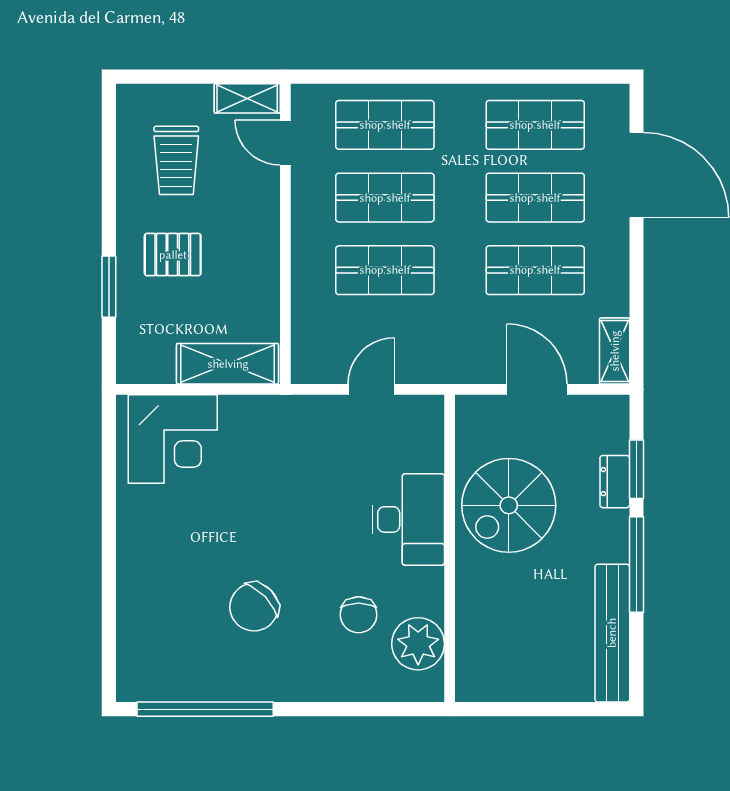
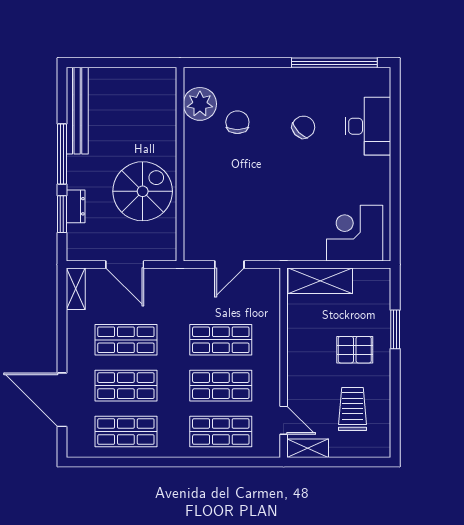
desk: (408, 519) -> (368, 126), moved, turned 180
chair: (254, 607) -> (303, 127), width x0.73, depth x0.73

